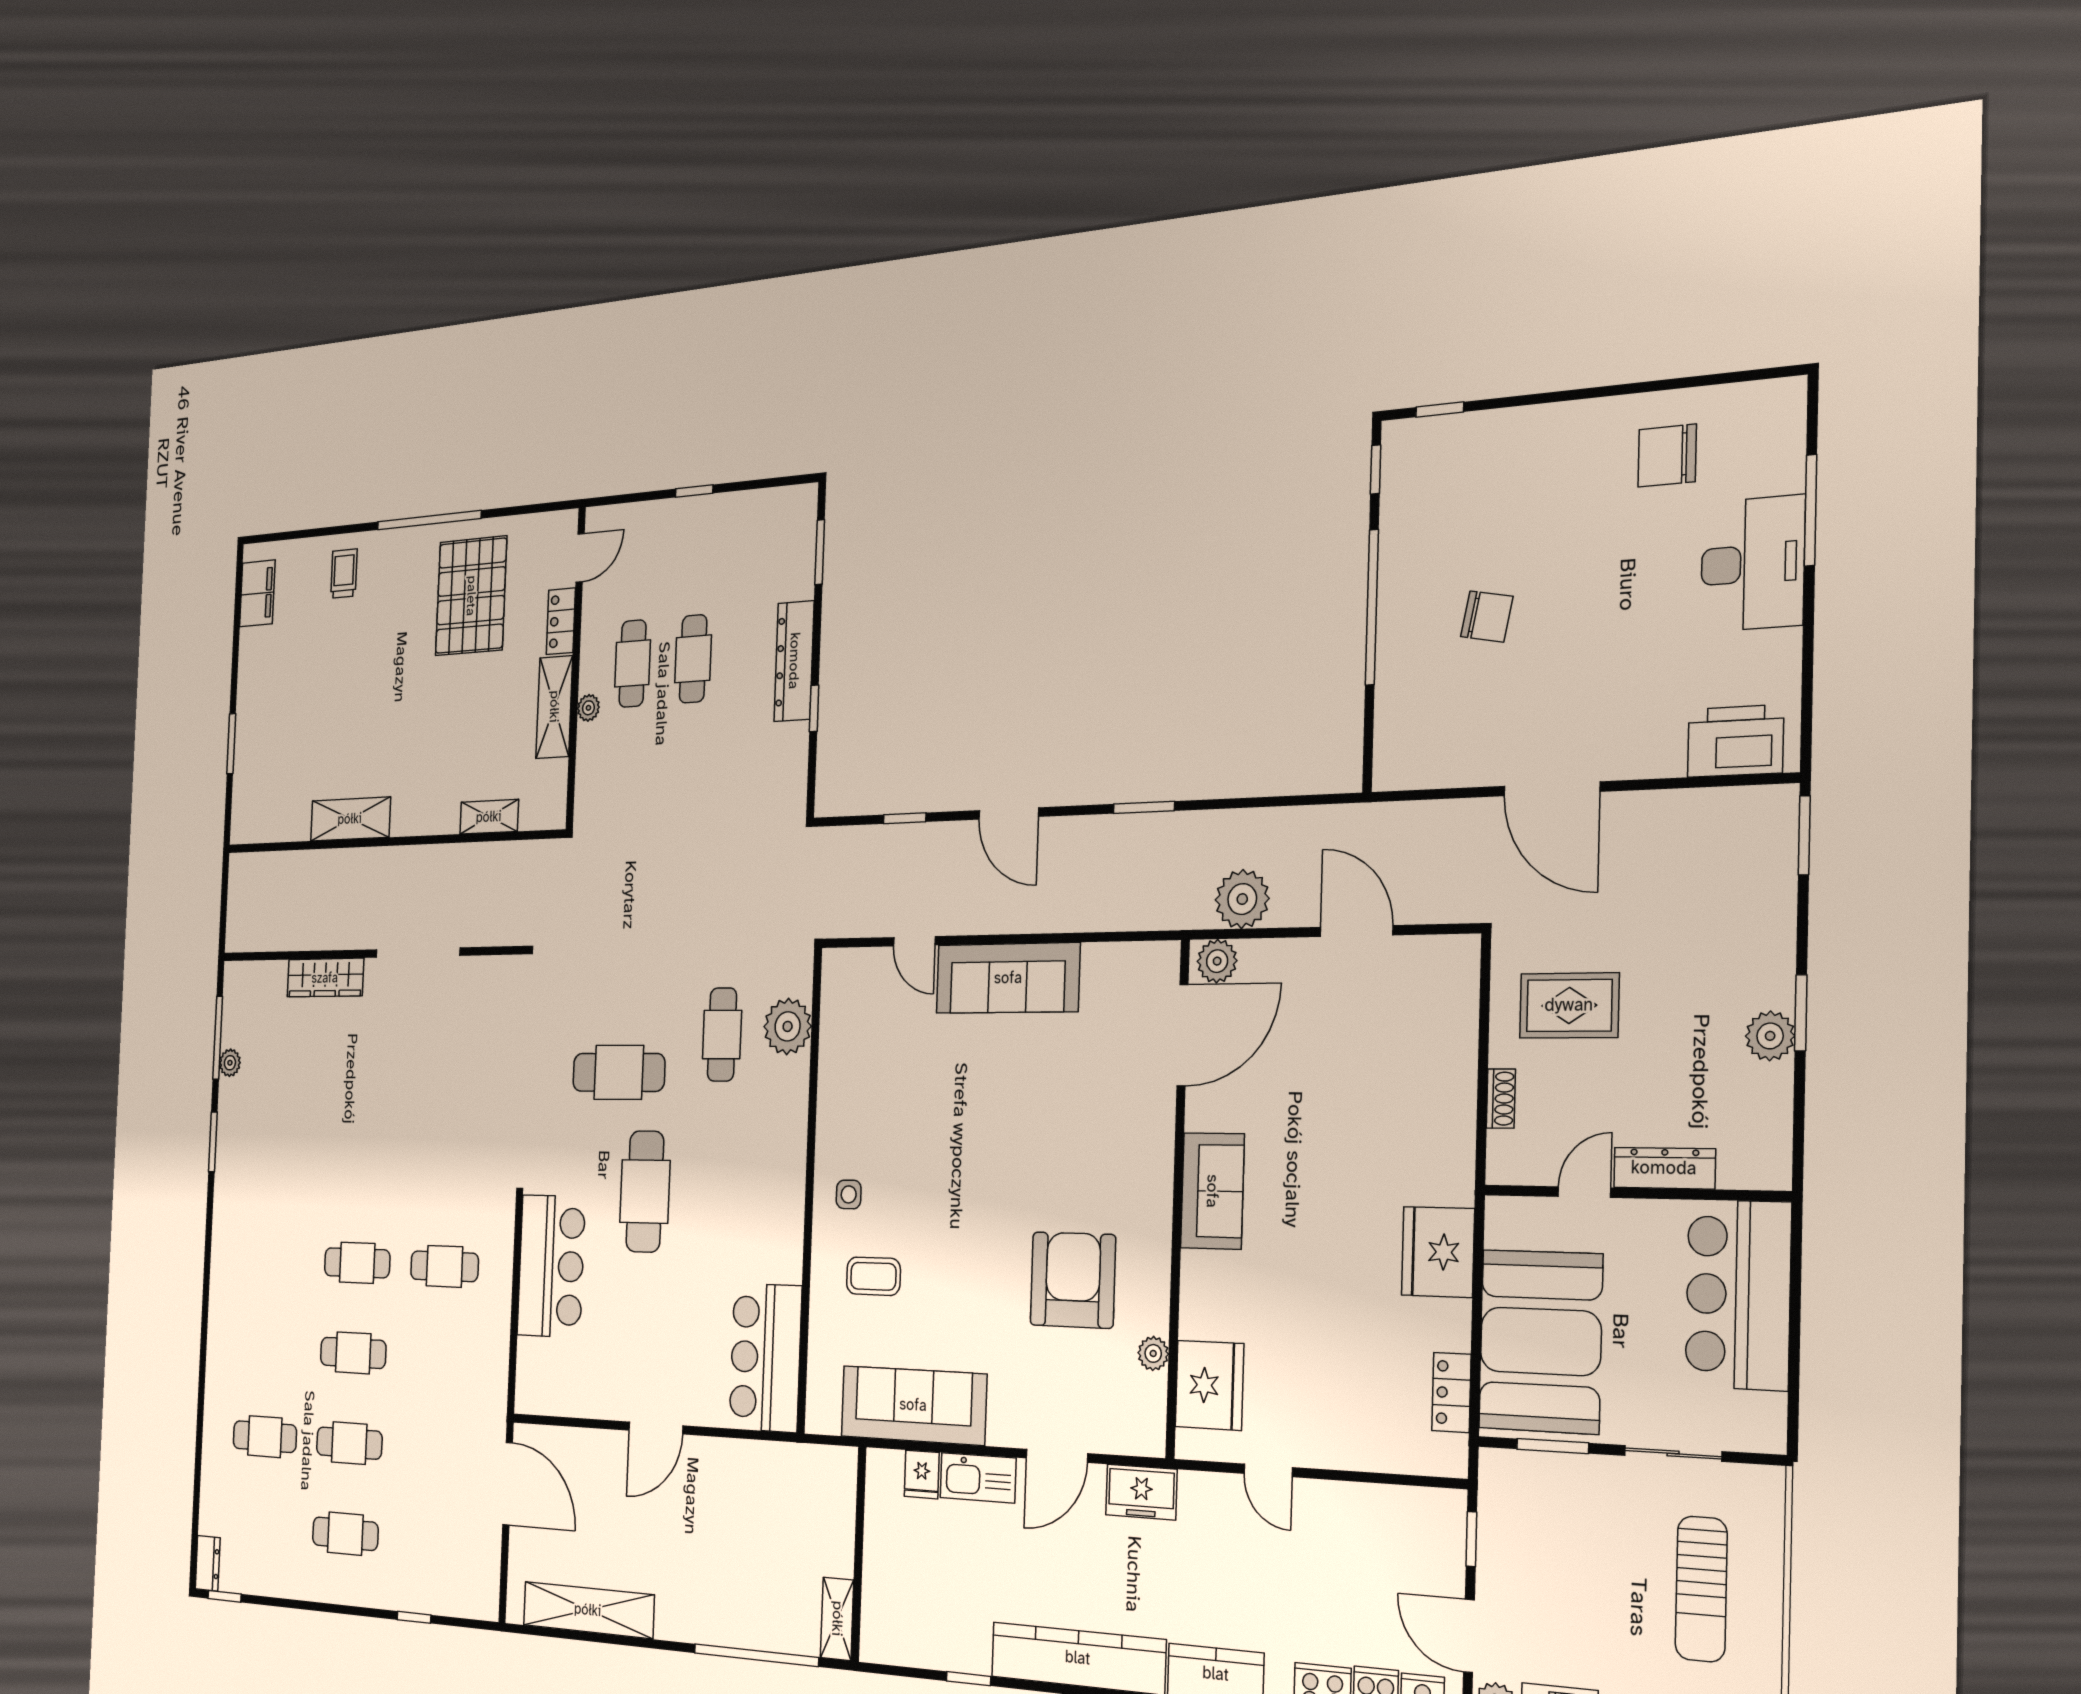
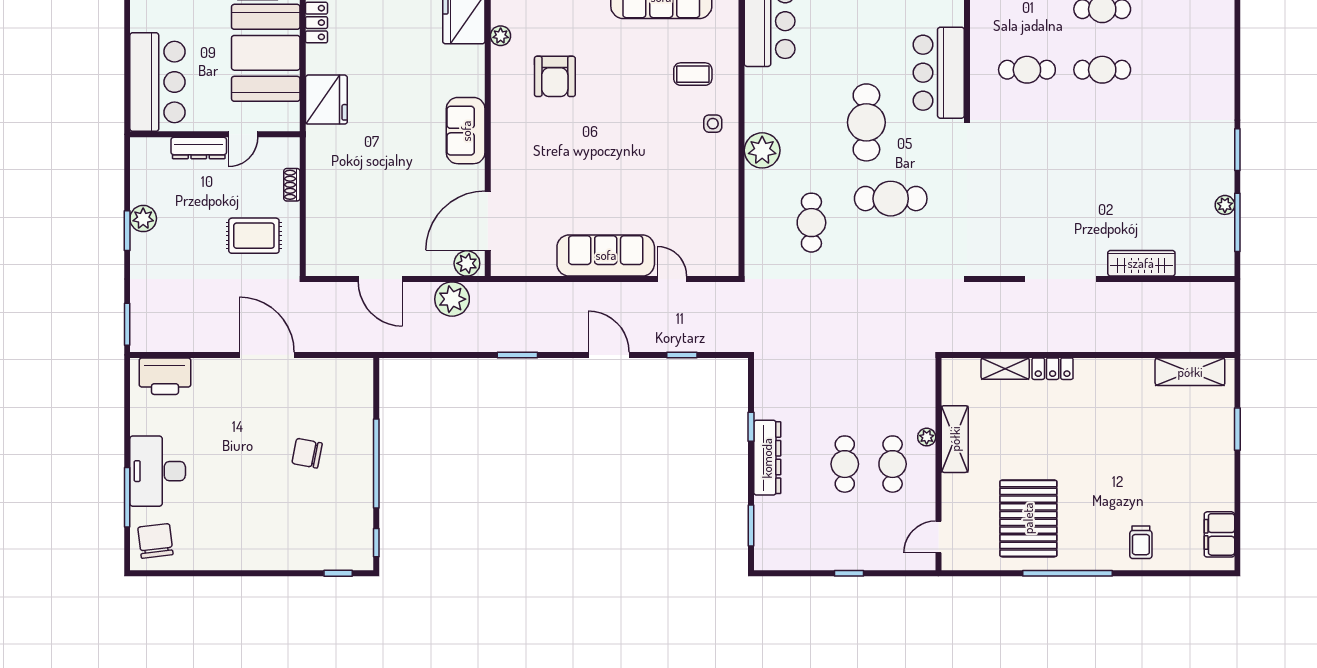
chair: (1667, 456) -> (155, 541), moved, turned -97
locker: (561, 621) -> (1053, 369), moved, turned 90
shelving: (350, 819) -> (1190, 372), moved
plant: (788, 1026) -> (762, 150), moved
armchair: (1073, 1280) -> (555, 76), width x0.73, depth x0.73

